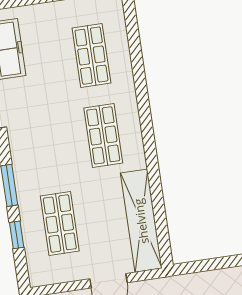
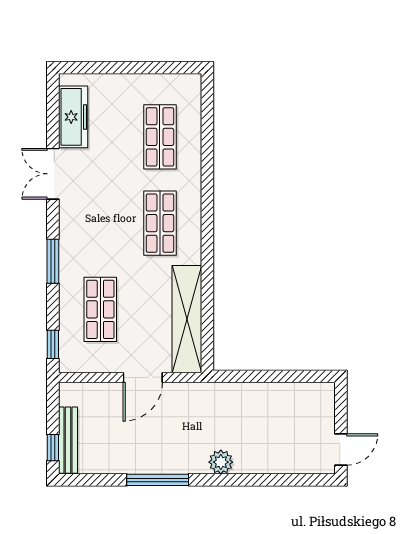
window: (17, 235) -> (53, 344), moved

